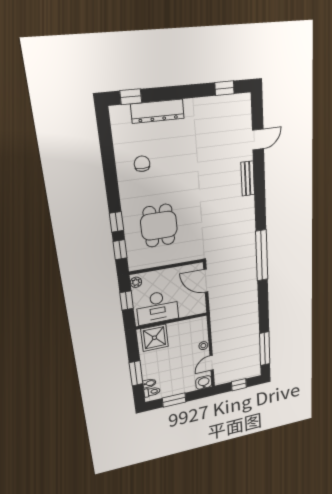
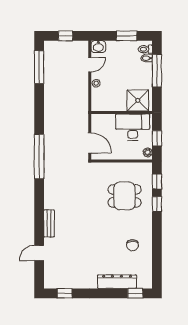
dining table: (159, 226) -> (125, 196), turned 90
window: (136, 373) -> (157, 71), width x1.44

